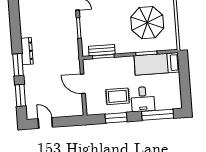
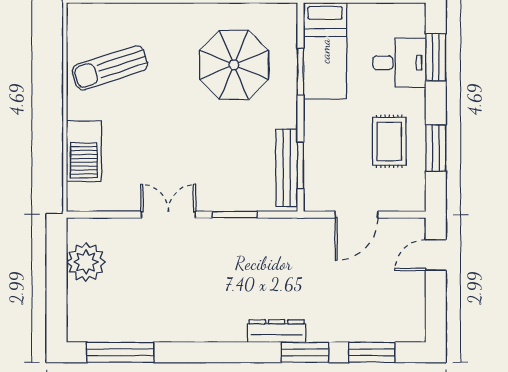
bench: (102, 50) -> (287, 168), width x1.36
desk: (143, 99) -> (399, 63), moved
window: (158, 115) -> (436, 57), width x0.69
door: (45, 123) -> (436, 255), moved

